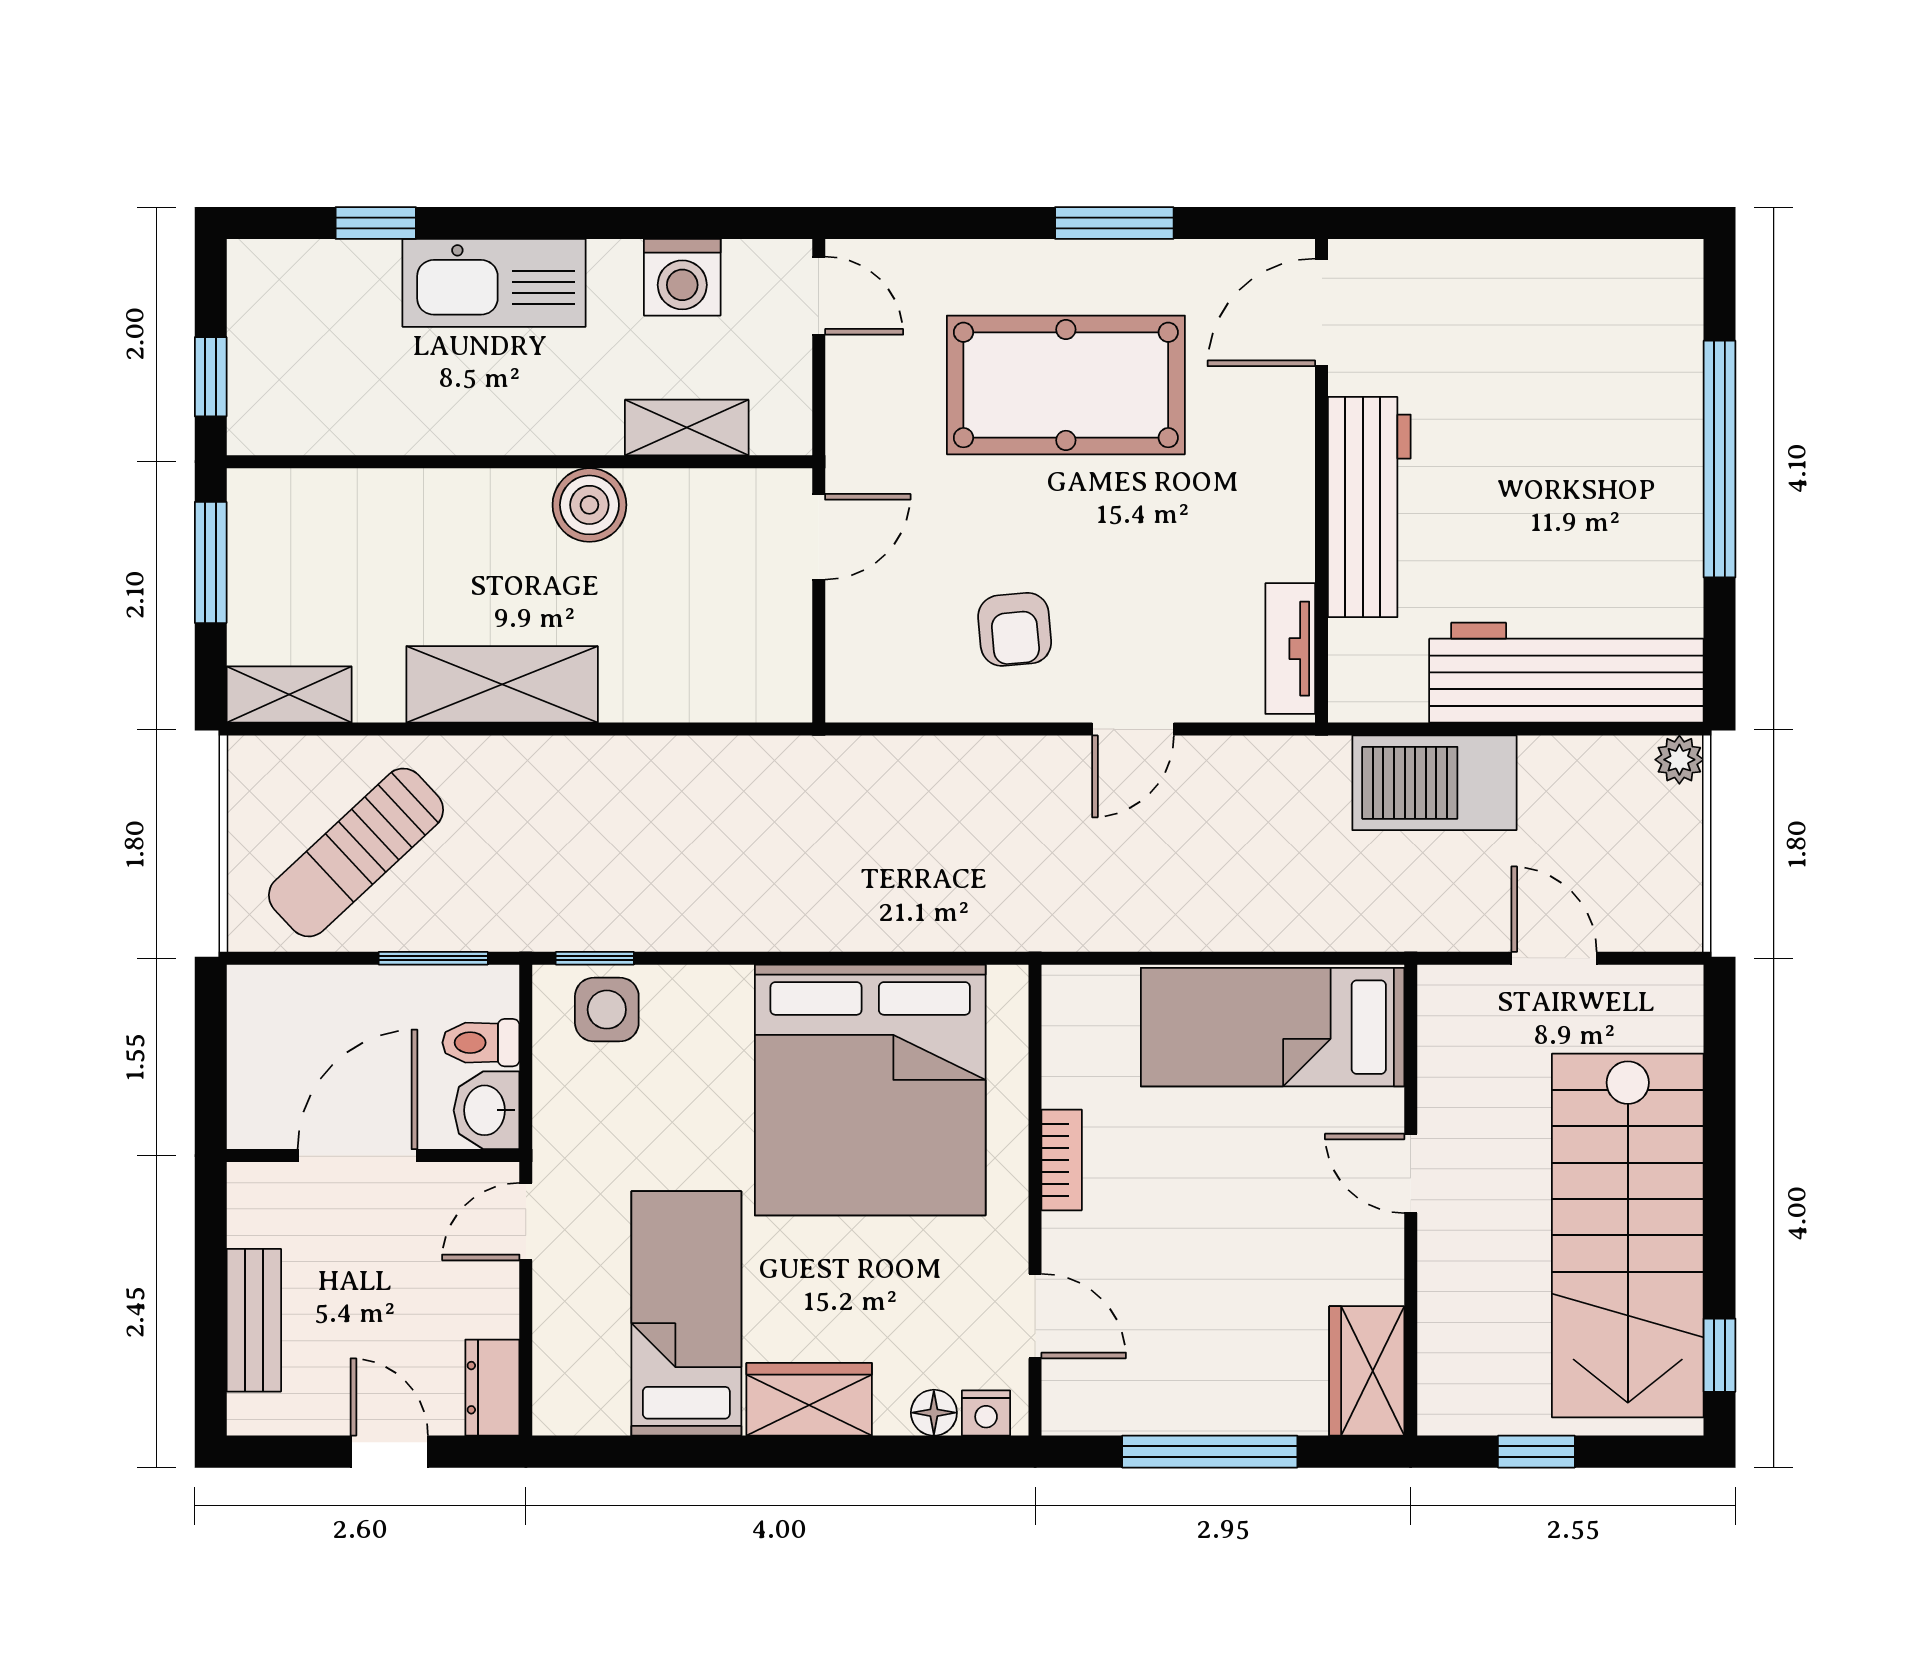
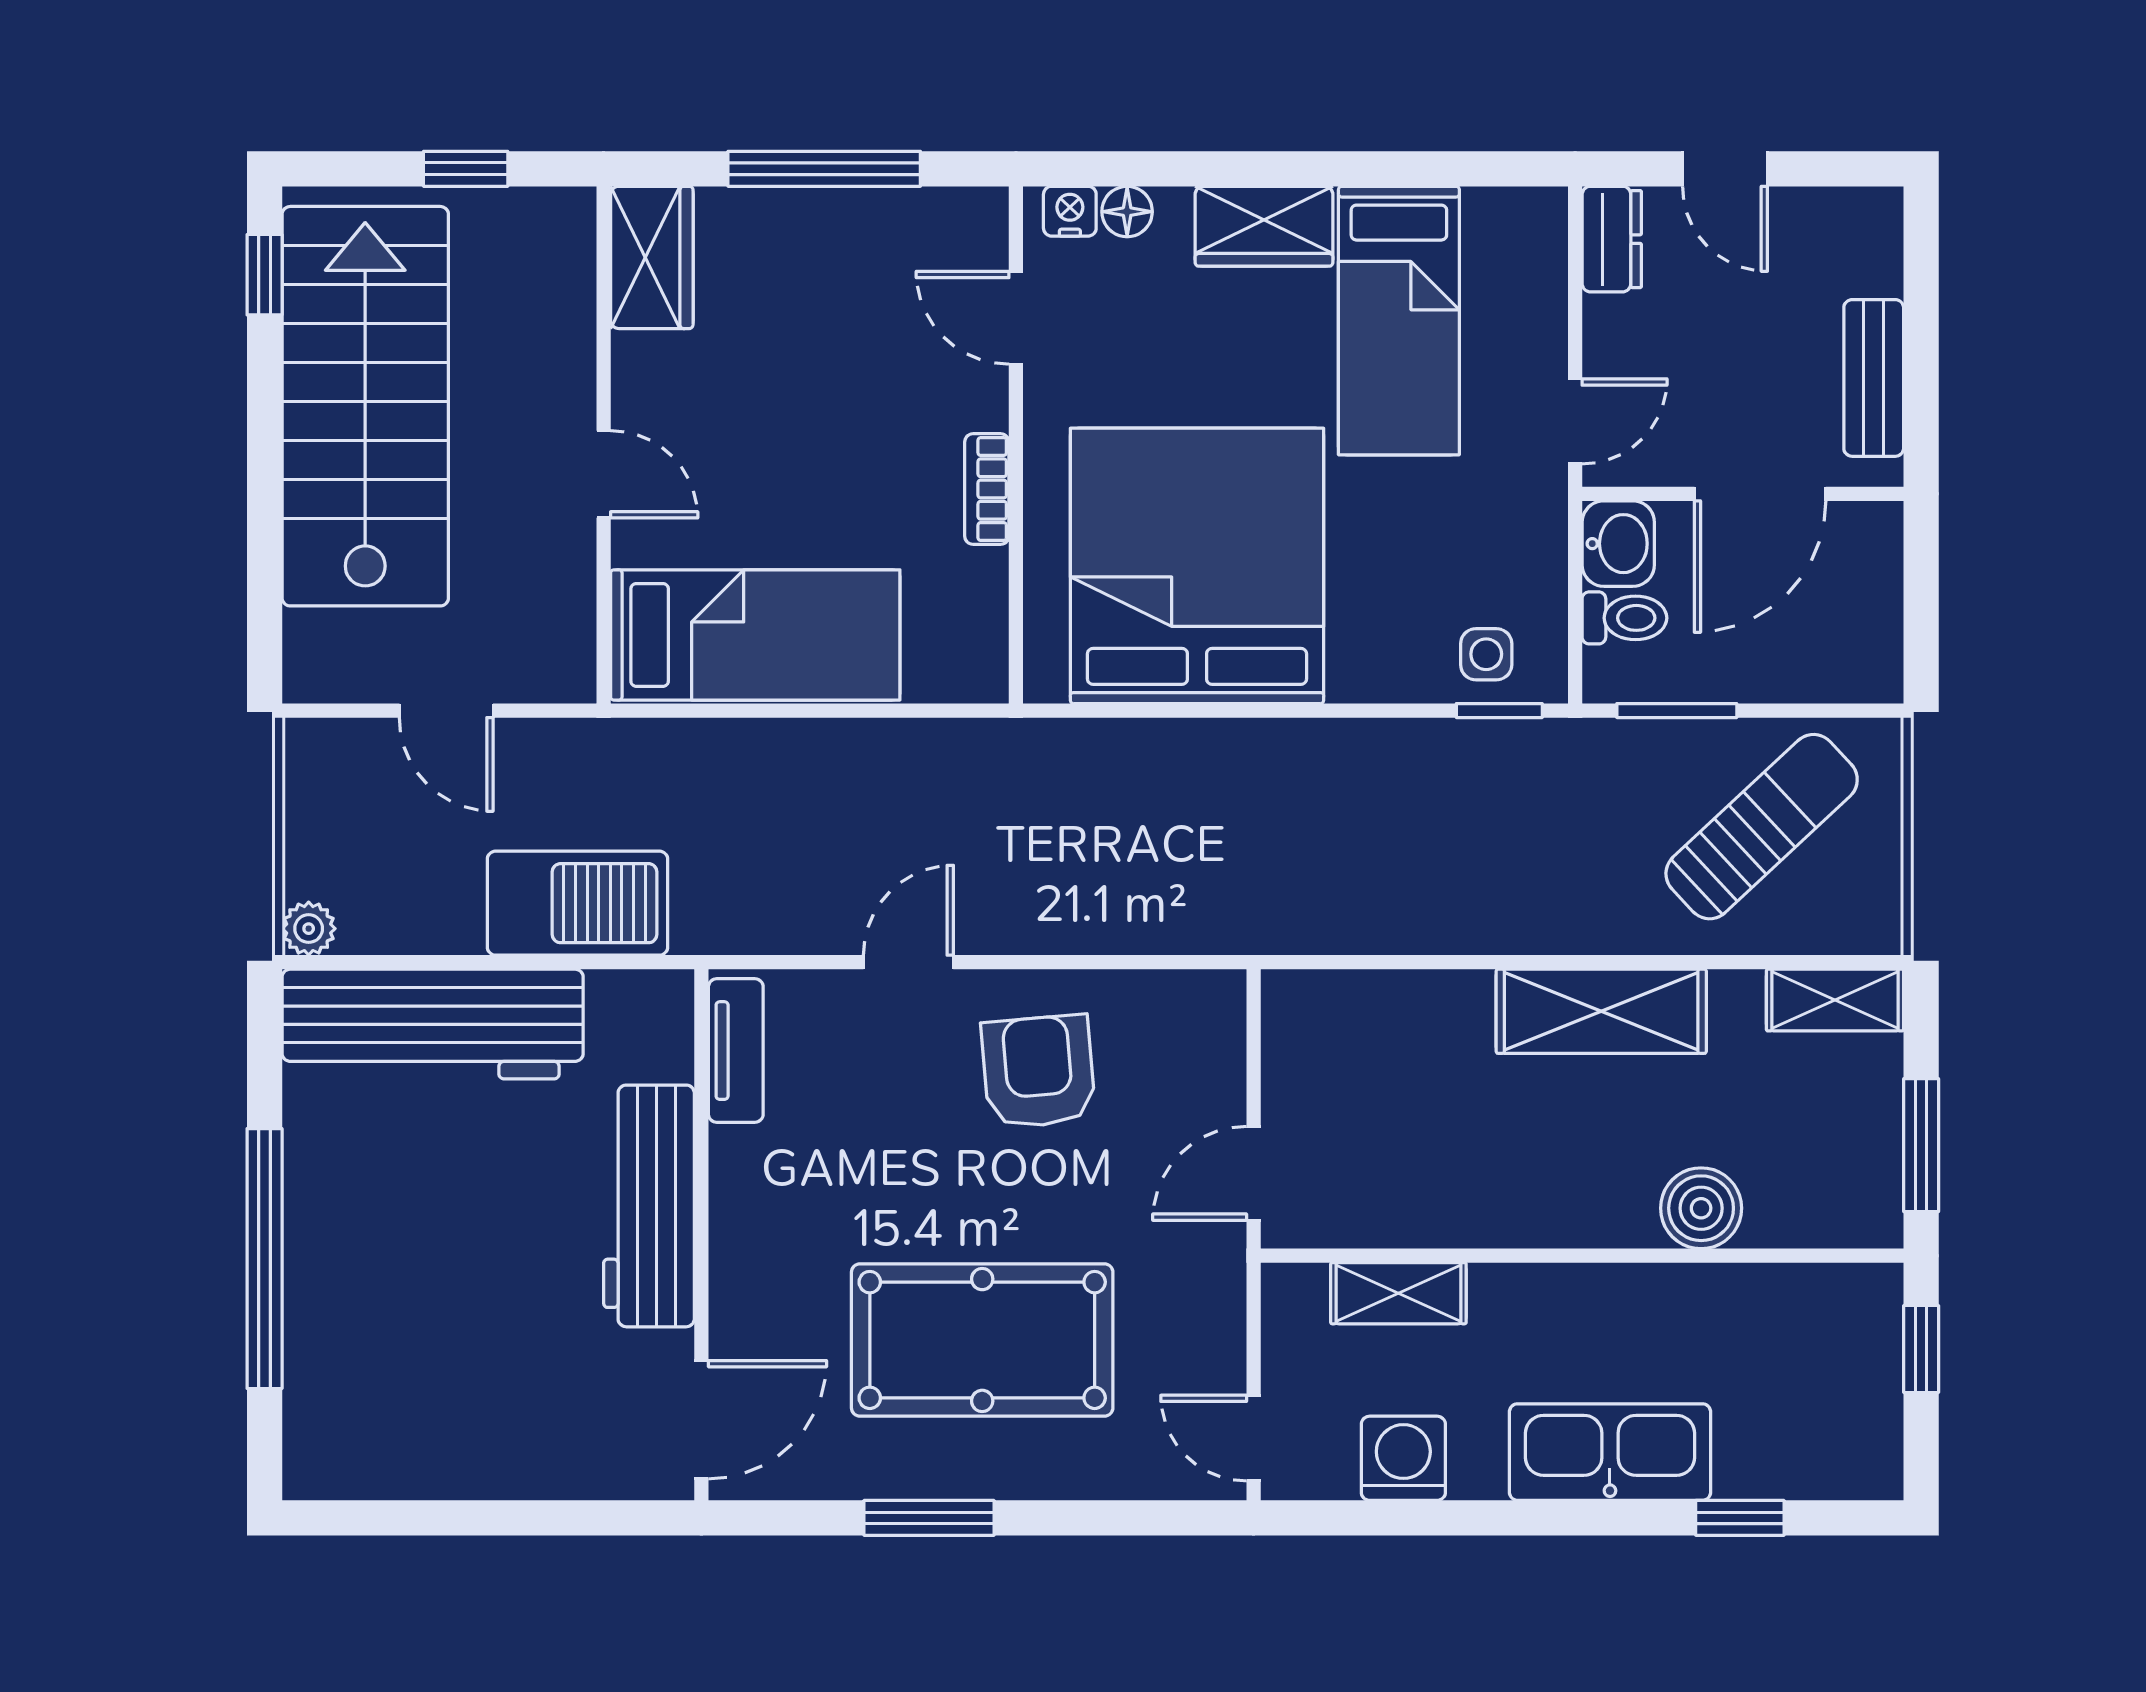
boiler: (589, 505) -> (1701, 1208), moved
armchair: (1015, 629) -> (1038, 1072), width x1.38, depth x1.38
side table: (607, 1010) -> (1486, 654), width x0.73, depth x0.73
bench: (254, 1320) -> (1874, 378), moved

